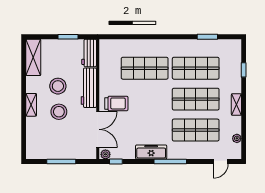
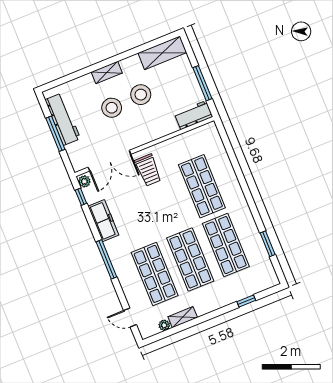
window: (68, 37) -> (202, 83), width x1.44
workbench: (89, 88) -> (63, 119), moved, turned 90
shelving: (236, 105) -> (183, 317), moved
freezer: (151, 152) -> (103, 221), moved

